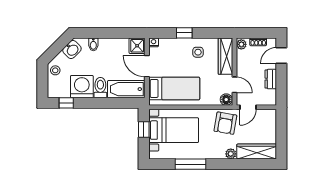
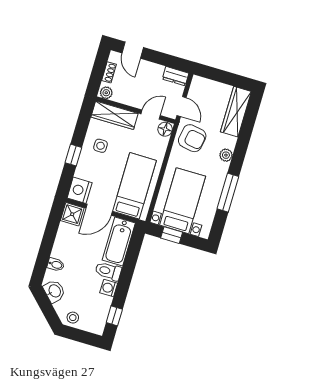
nightstand: (154, 42) -> (80, 190), width x1.89, depth x1.79
dresser: (271, 79) -> (176, 76), moved
washing machine: (82, 87) -> (109, 288), width x0.53, depth x0.53
plant: (231, 154) -> (226, 155), moved

